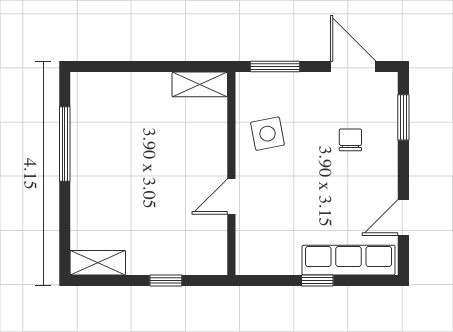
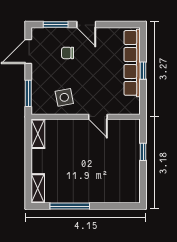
door: (403, 217) -> (86, 25), moved
row of seats: (349, 260) -> (132, 63), width x1.36
shelving: (98, 263) -> (38, 188), moved

